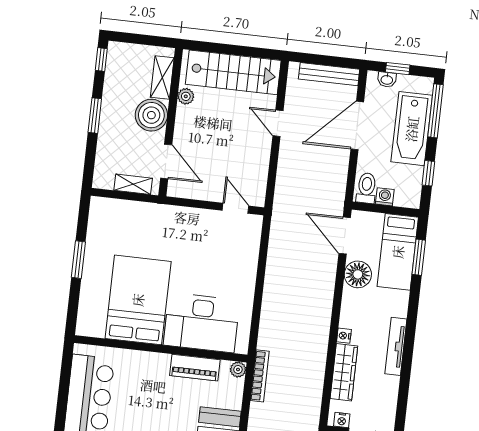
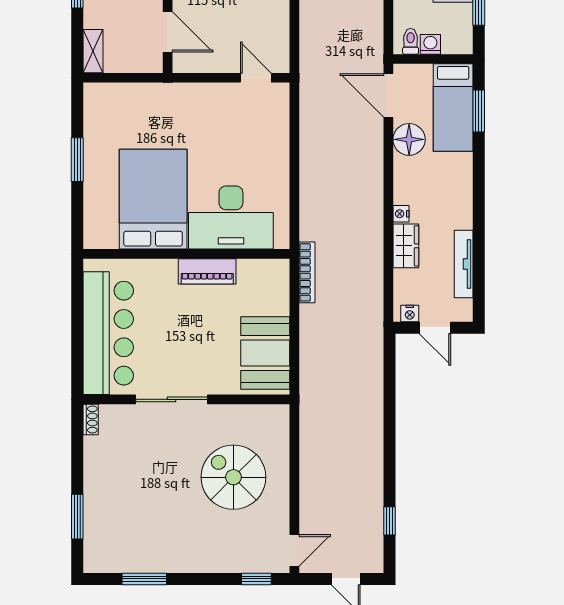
shelving: (133, 184) -> (93, 51), moved, turned 90
toilet: (366, 188) -> (411, 41), width x0.73, depth x0.72
tv unit: (396, 346) -> (464, 264), moved
piano: (195, 368) -> (207, 271), moved
plant: (238, 370) -> (280, 268), removed
wardrobe: (344, 372) -> (406, 246), width x0.67

